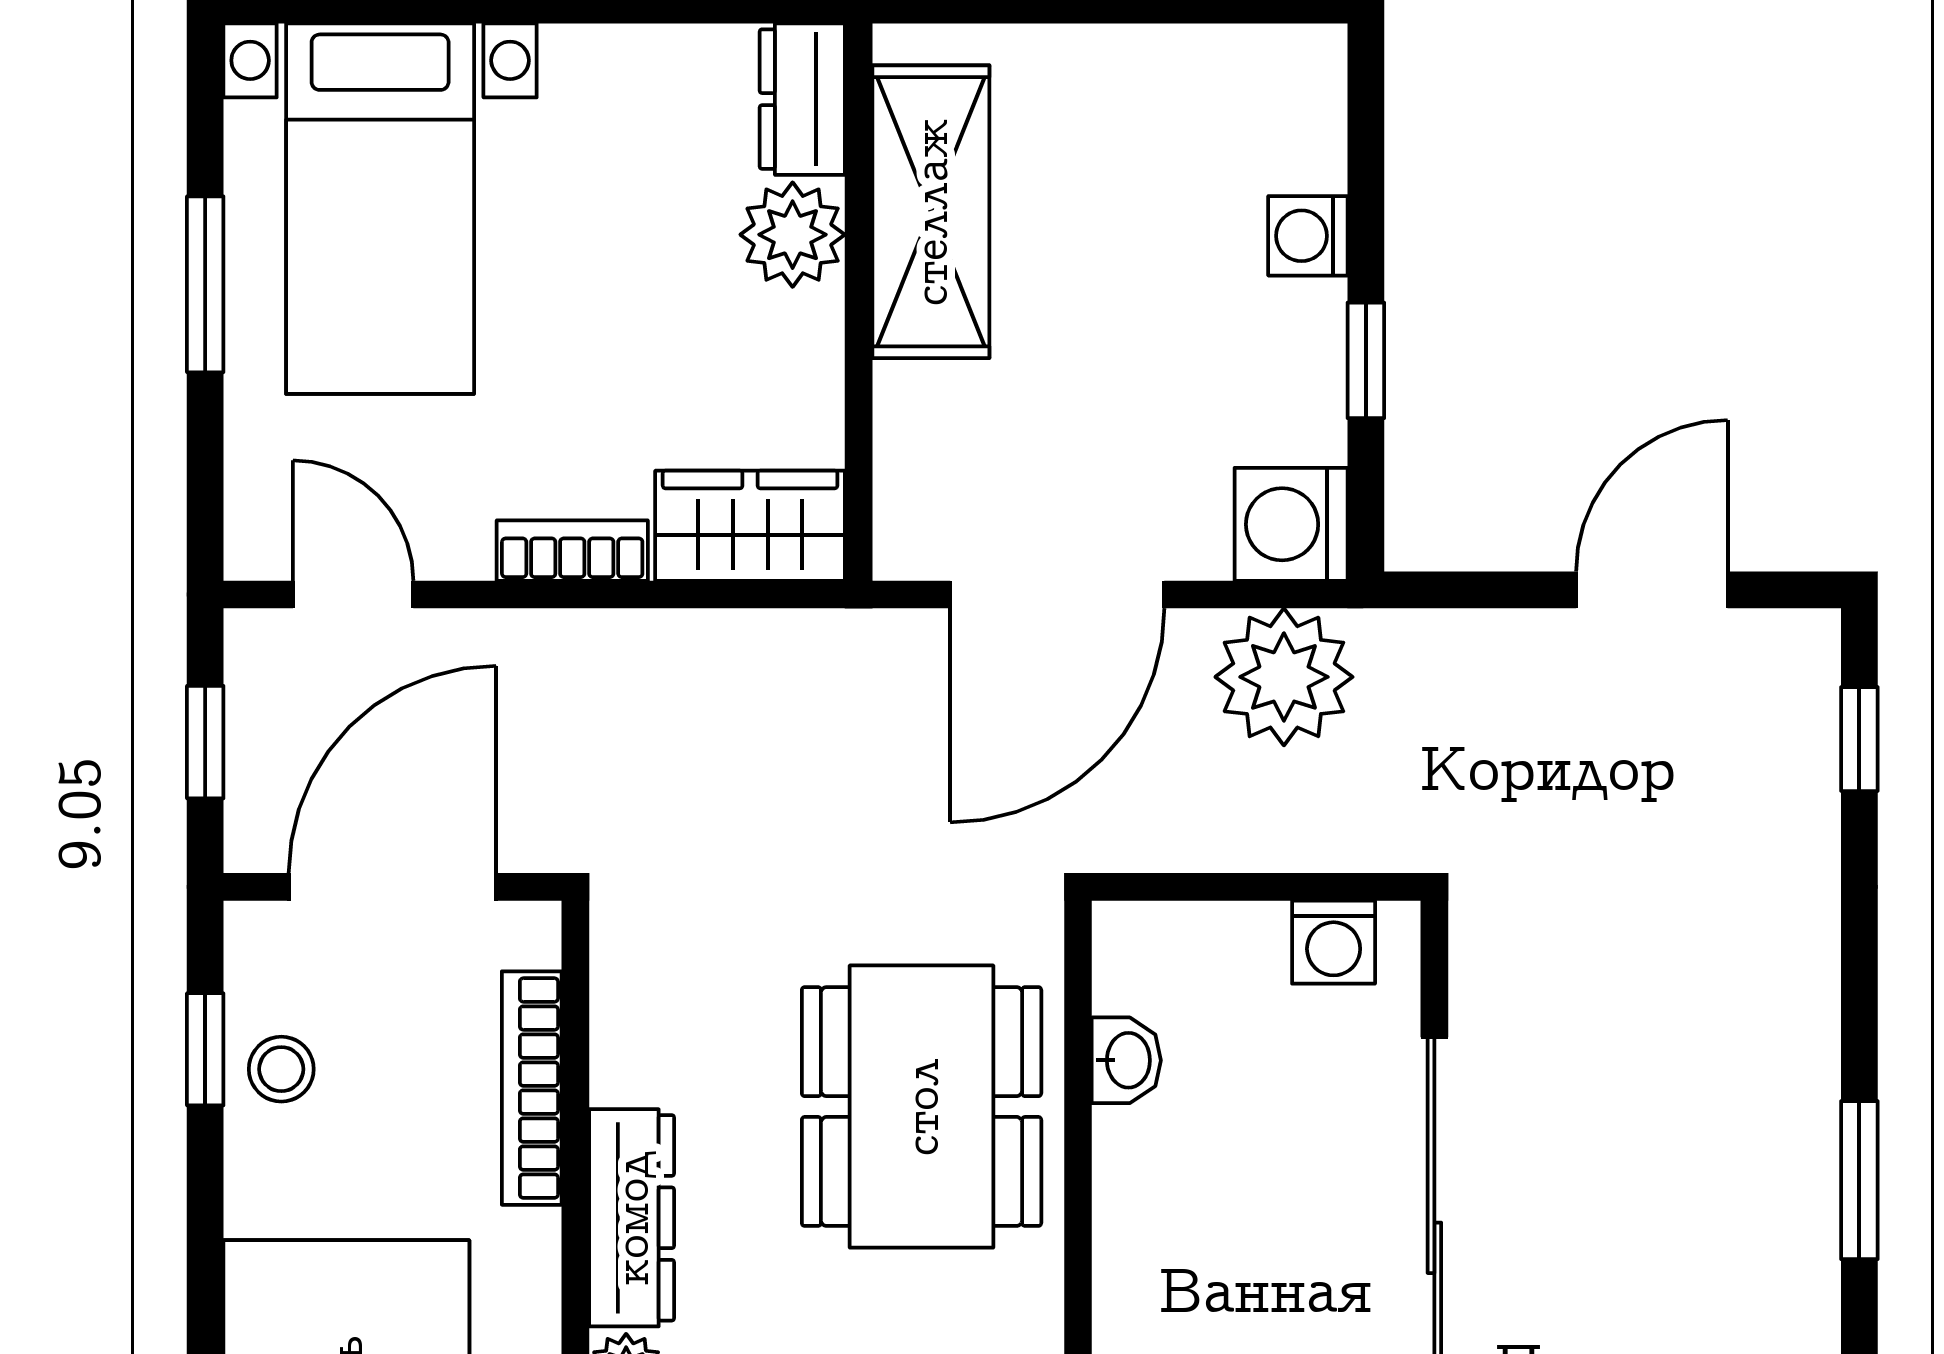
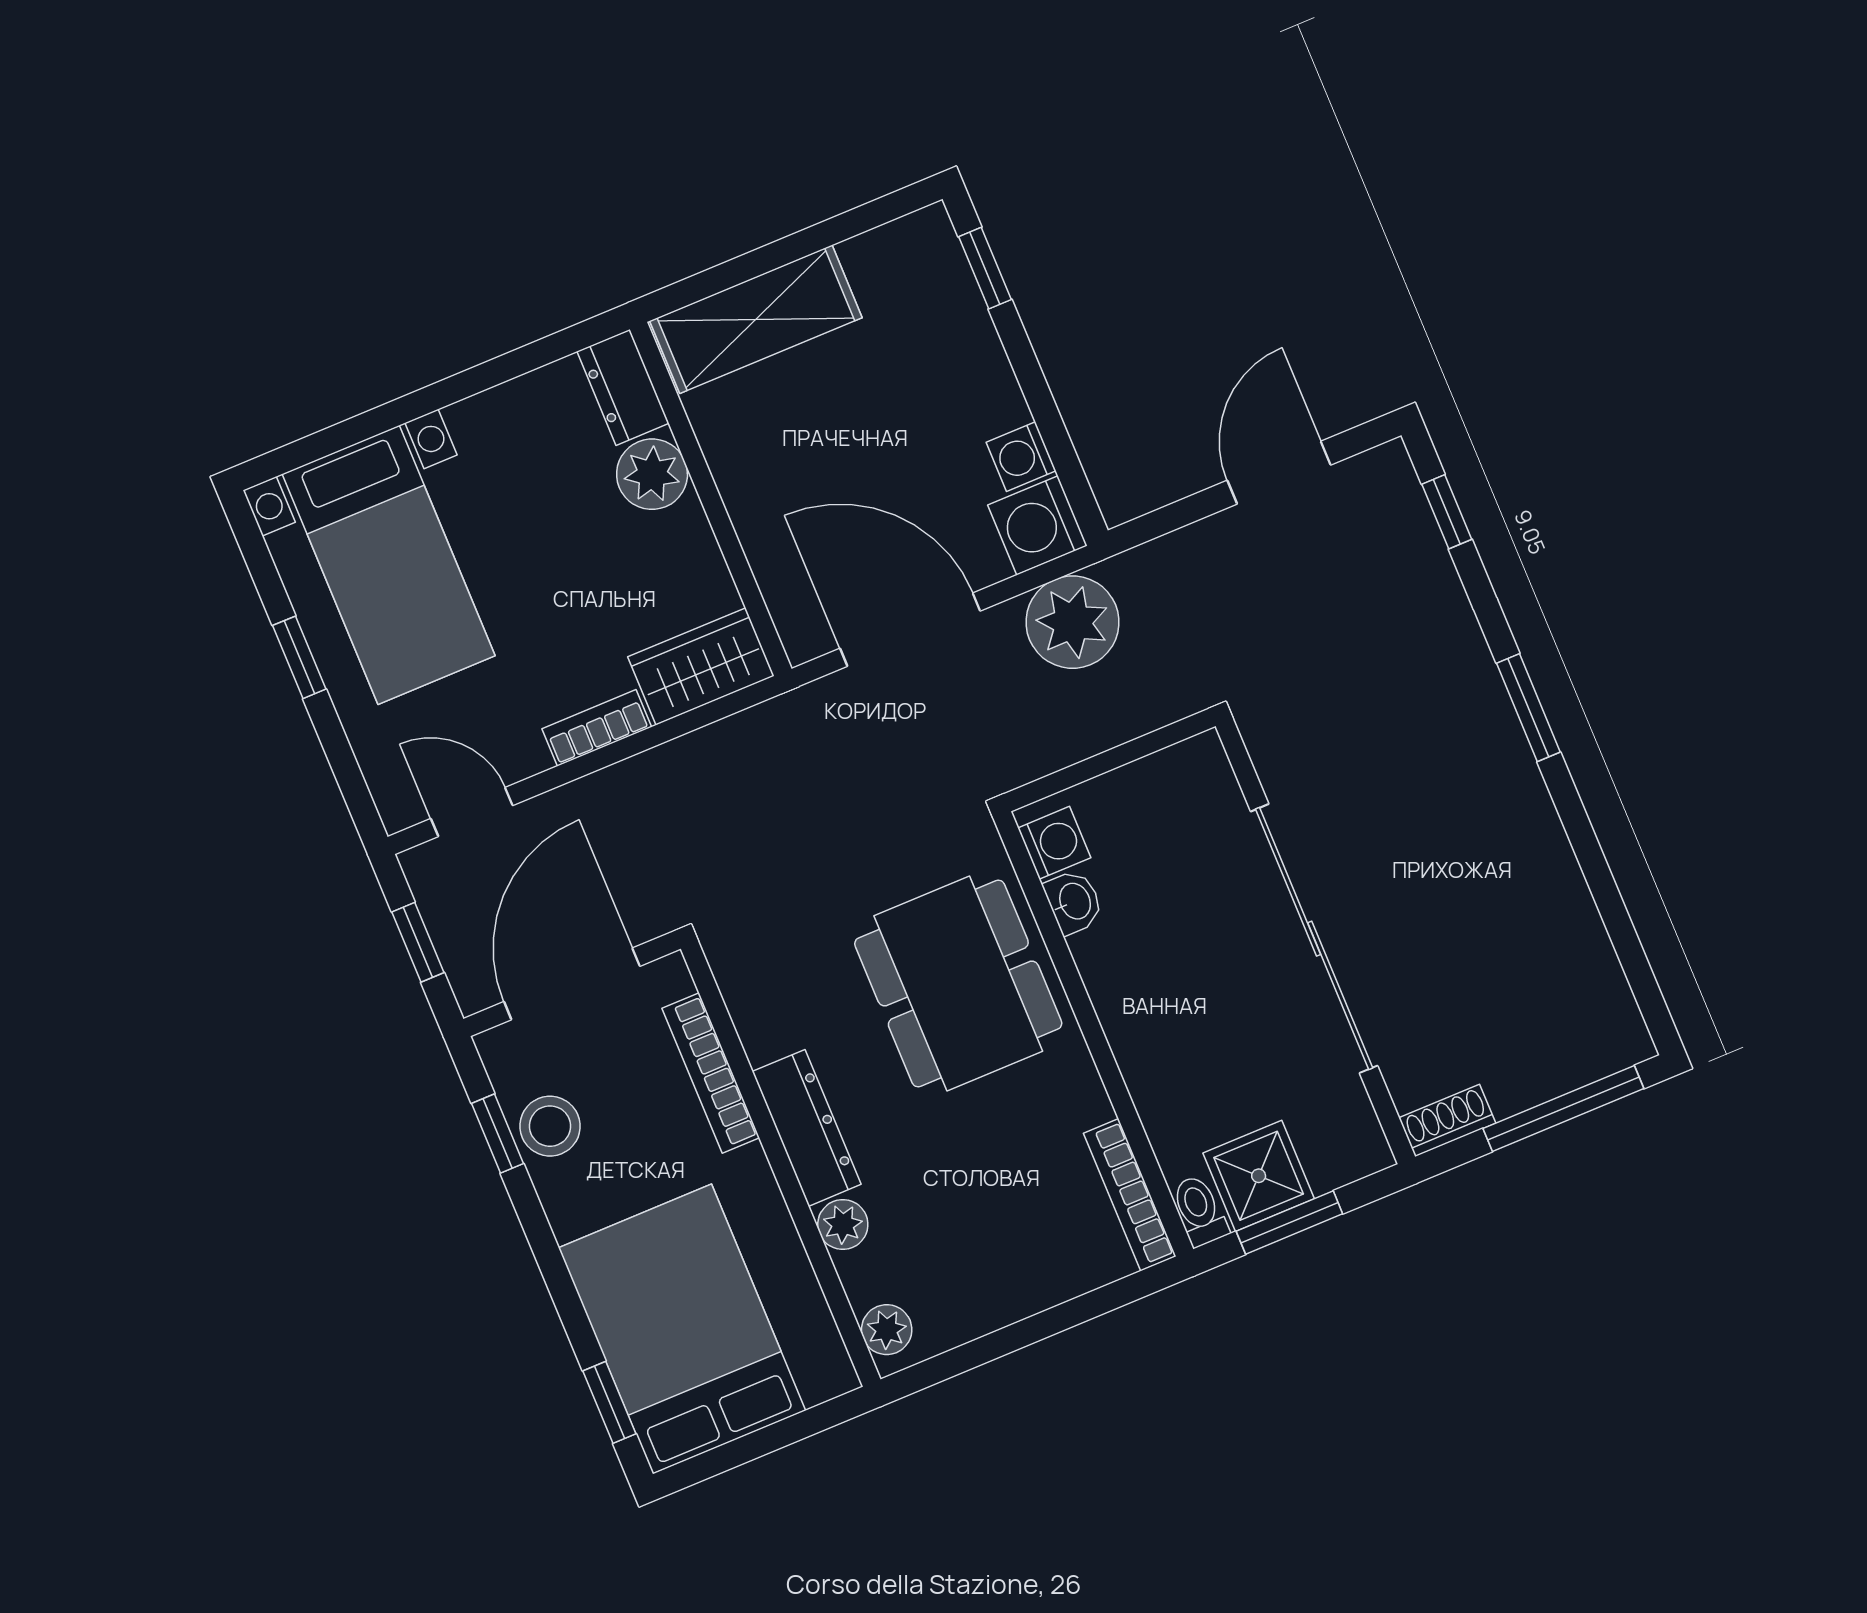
shelving: (931, 212) -> (756, 319), moved, turned 90
washing machine: (1308, 236) -> (1021, 457), moved
window: (205, 284) -> (299, 657), width x0.67
window: (1366, 360) -> (985, 268), moved
door: (1057, 594) -> (910, 630), swing flipped
washing machine: (1334, 942) -> (1054, 843), moved, turned -90
stool: (281, 1069) -> (550, 1126), width x1.37, depth x1.37
window: (1859, 1180) -> (1528, 708), moved

